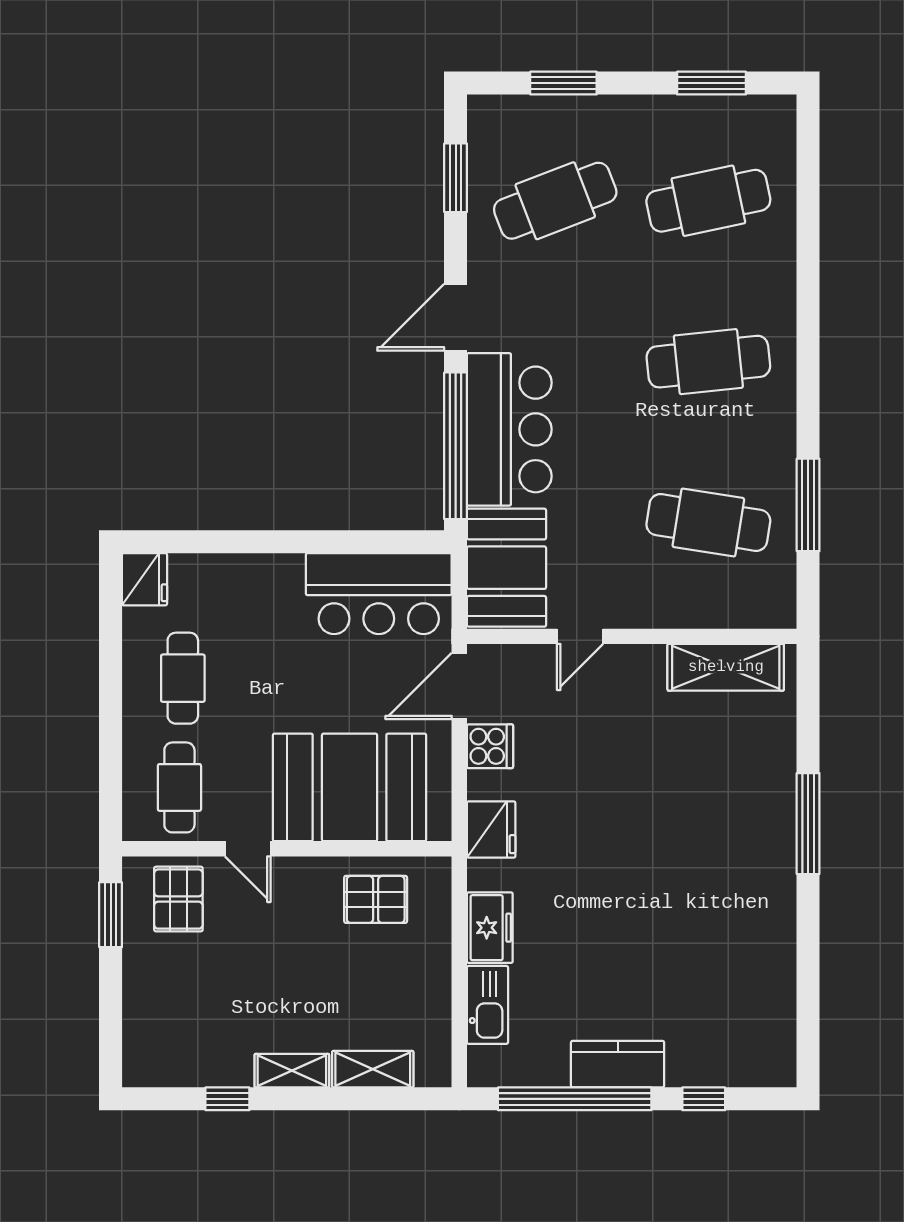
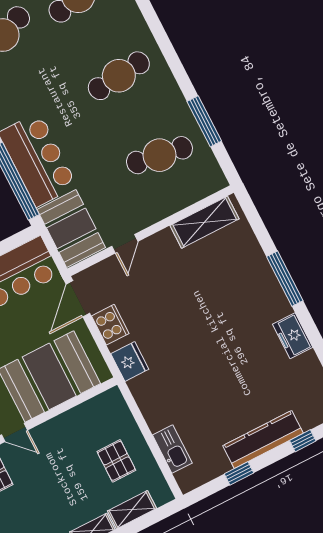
cooker: (490, 746) -> (110, 325), width x1.36
pallet: (376, 899) -> (116, 461), moved, turned 90
freezer: (490, 928) -> (293, 336), moved, turned 180
kitchen counter: (618, 1064) -> (263, 439), width x1.50
window: (575, 1099) -> (239, 473), width x0.32

